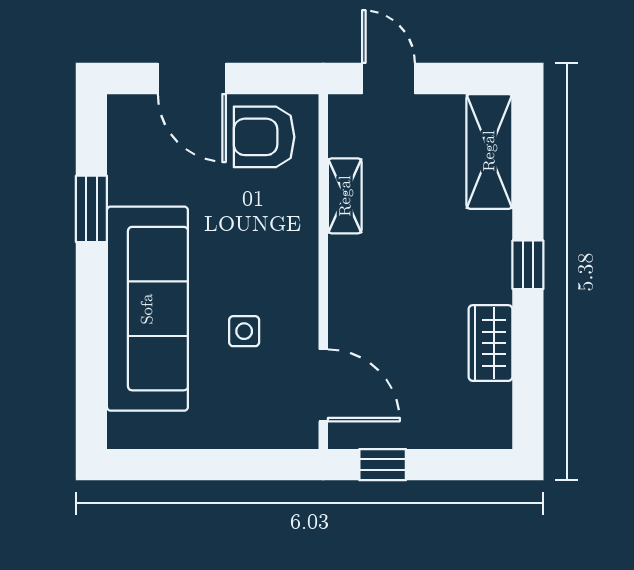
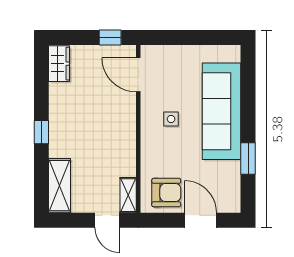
shelving: (345, 196) -> (128, 195), moved
side table: (244, 331) -> (171, 119), moved
wardrobe: (490, 343) -> (59, 64), moved

